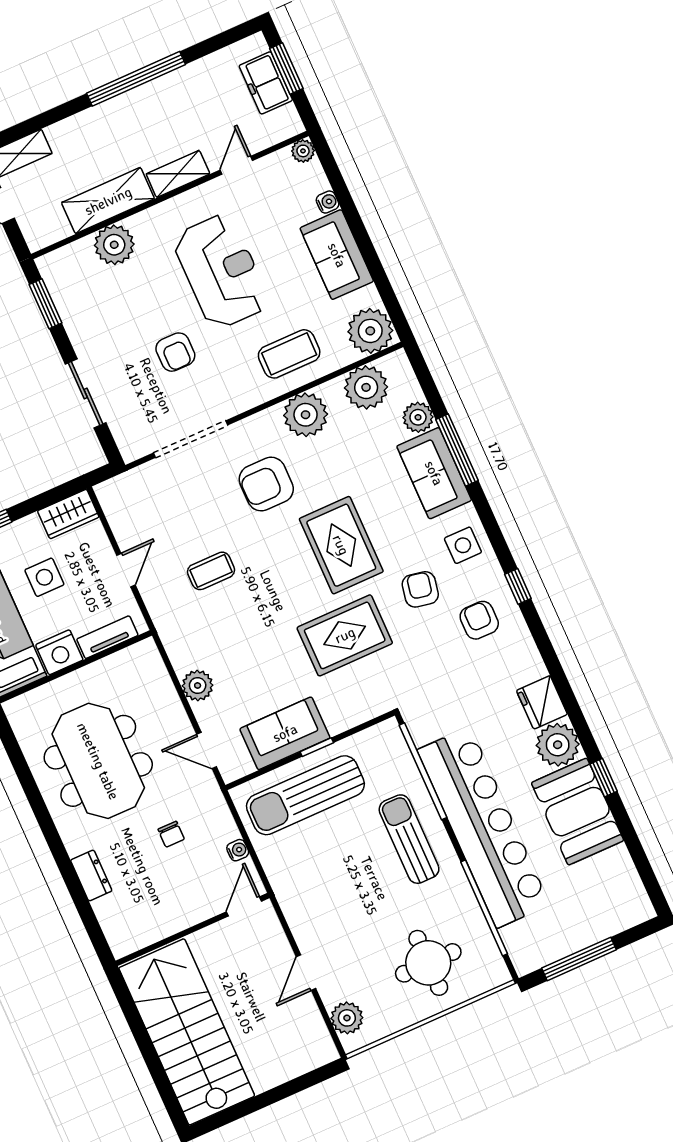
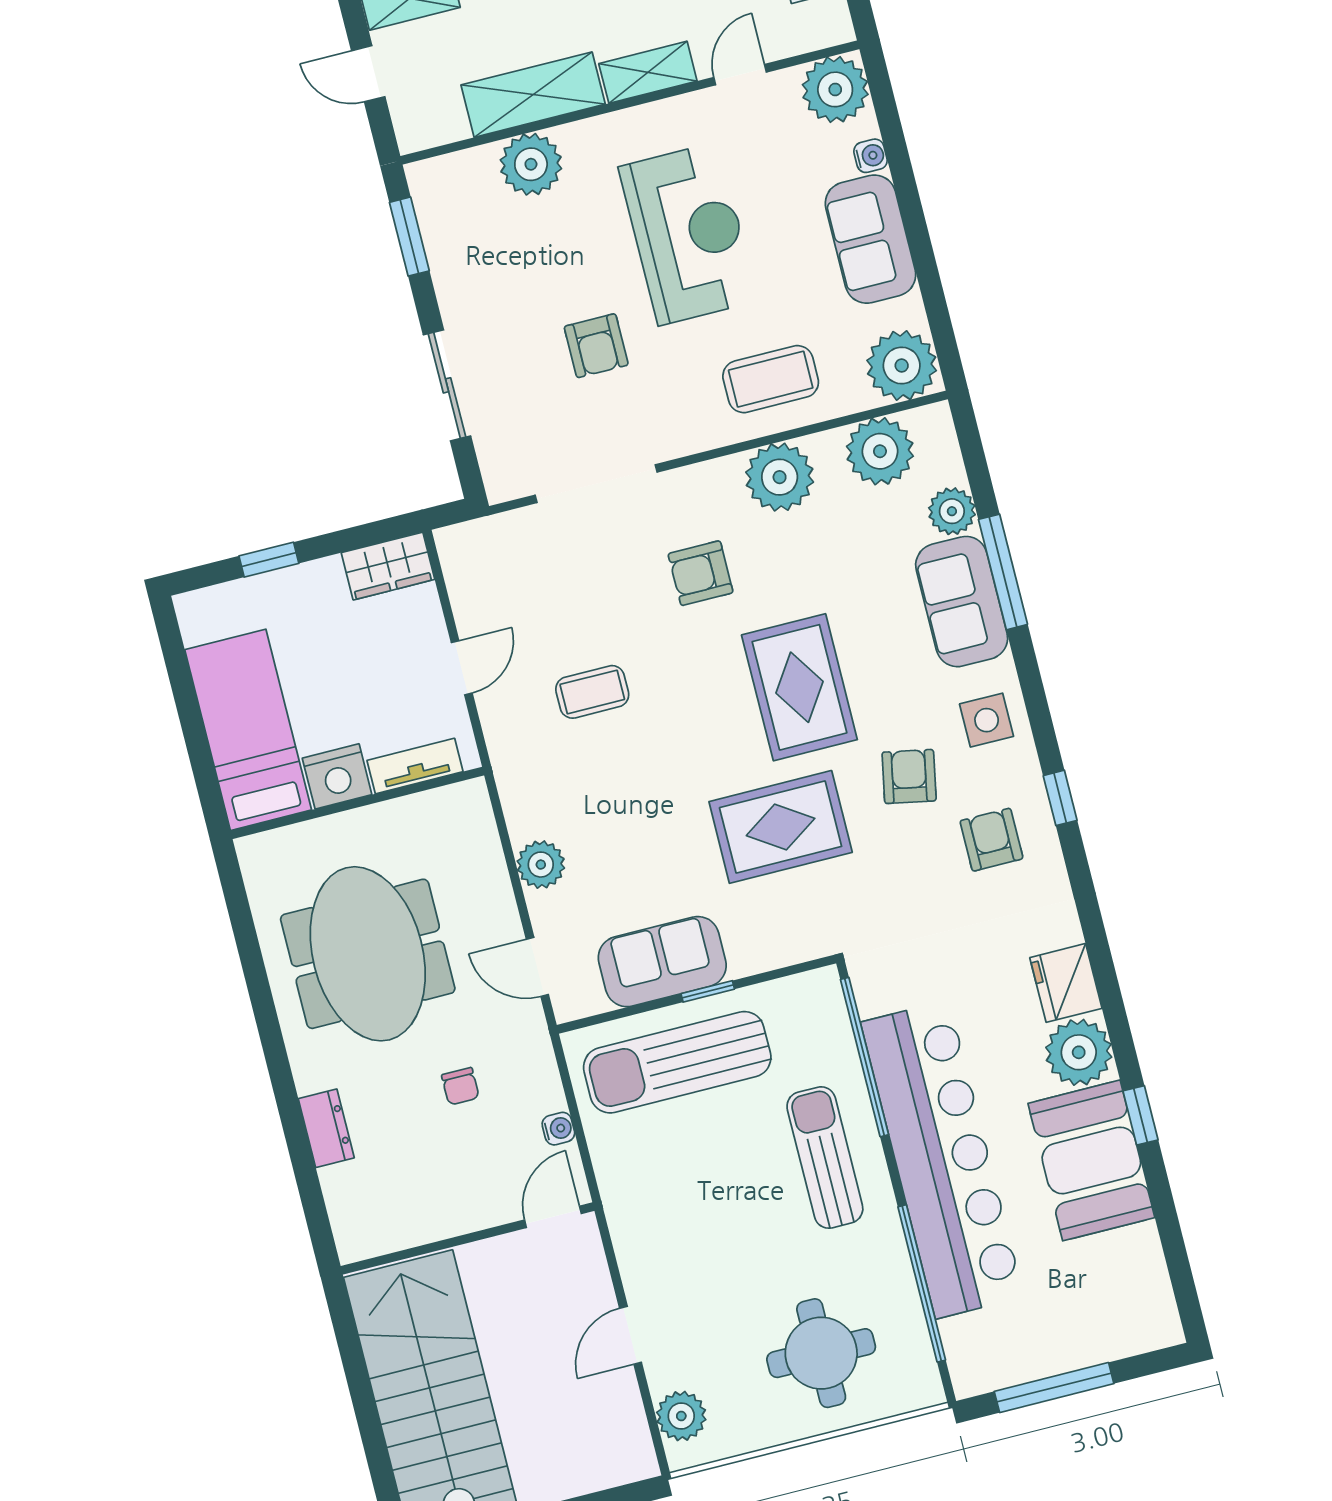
plant: (303, 151) -> (835, 89), width x1.87, depth x1.87
armchair: (266, 484) -> (701, 573), width x0.72, depth x0.72
side table: (44, 577) -> (334, 657), removed

